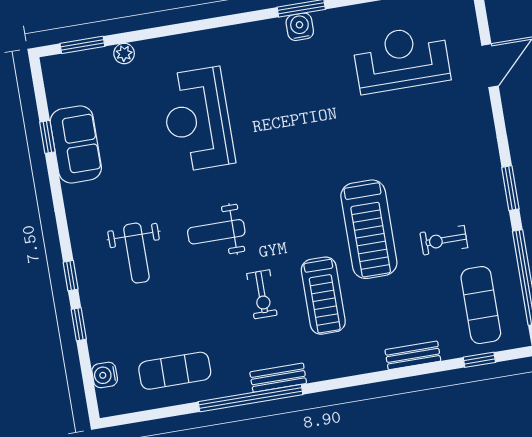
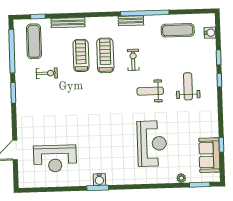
sofa: (76, 144) -> (209, 155), moved
treadmill: (369, 229) -> (81, 55), moved, width x0.73, depth x0.73
weight bench: (216, 232) -> (150, 91), turned 180
bench: (413, 355) -> (68, 23), width x1.36

